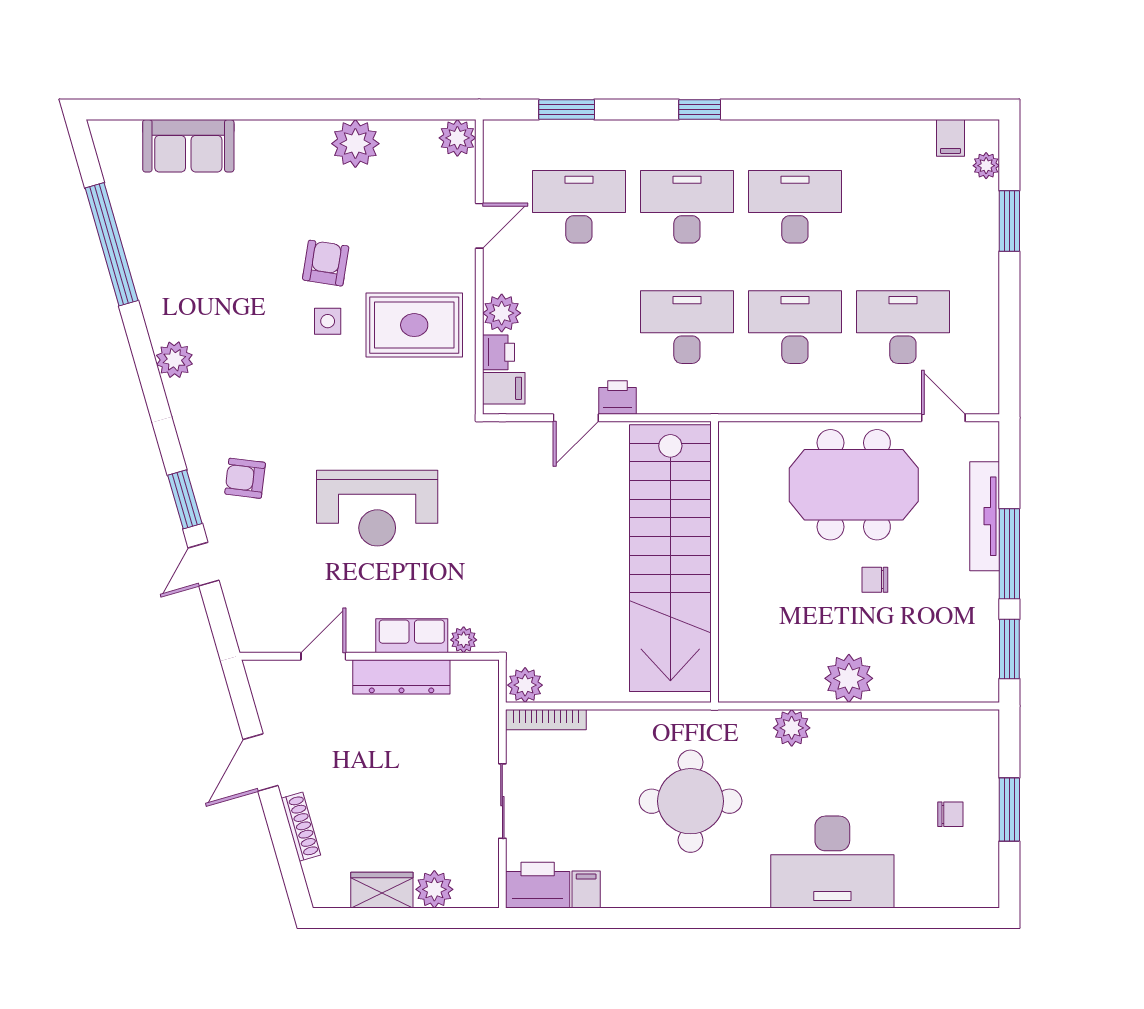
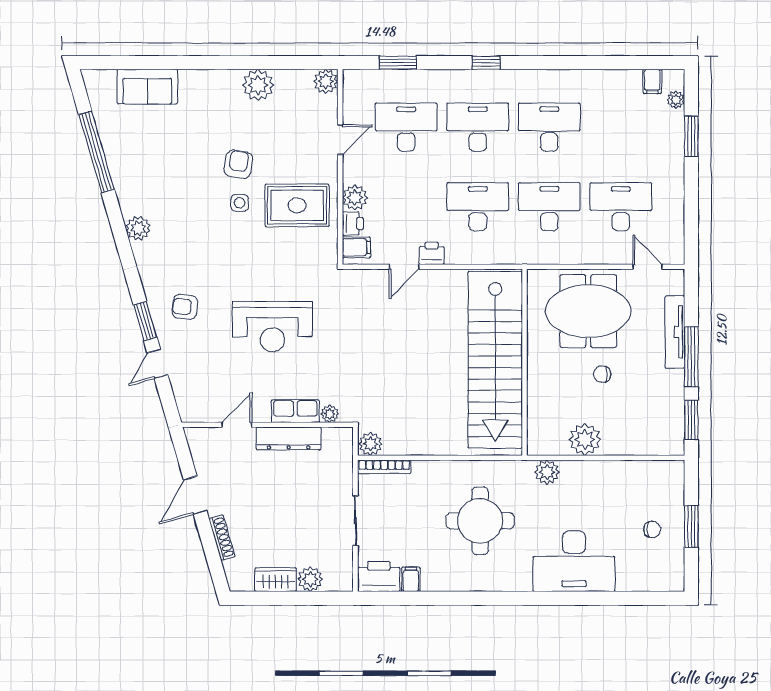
stairs: (670, 558) -> (495, 360), moved
wall: (714, 562) -> (524, 362), moved

